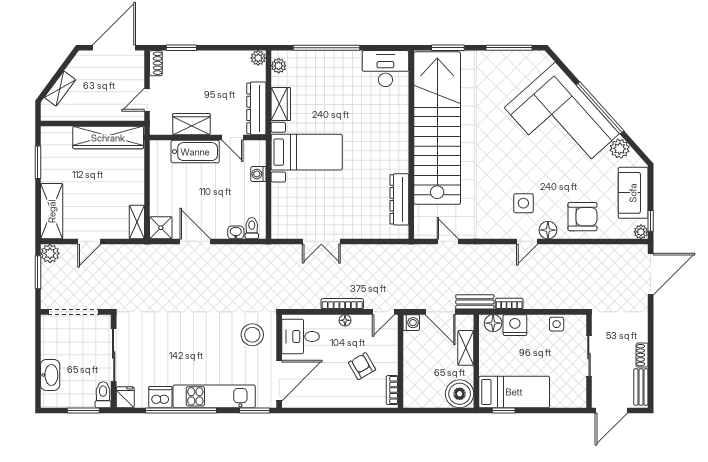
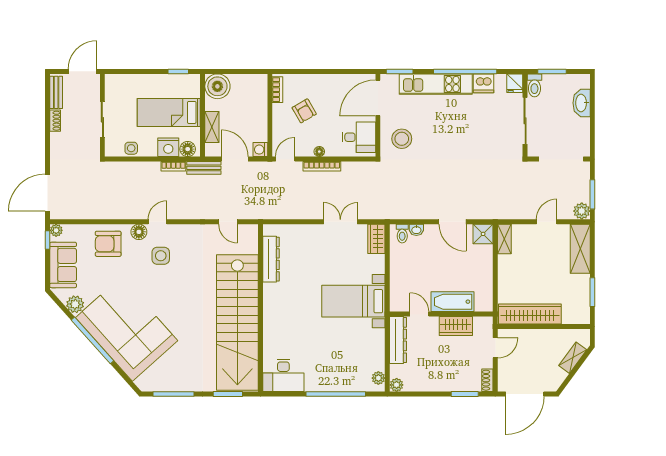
wardrobe: (281, 104) -> (376, 239), moved
washing machine: (258, 174) -> (396, 282), removed
bed: (514, 392) -> (169, 112), moved

